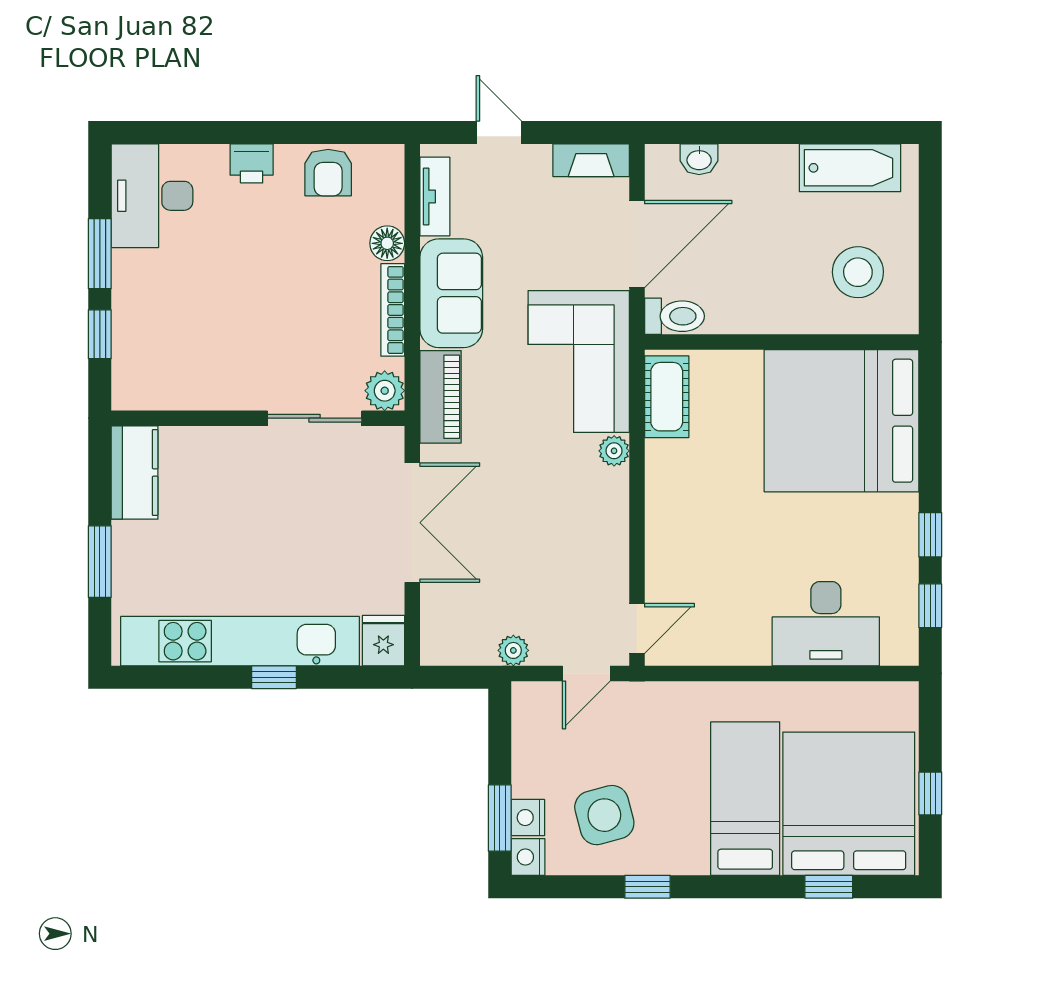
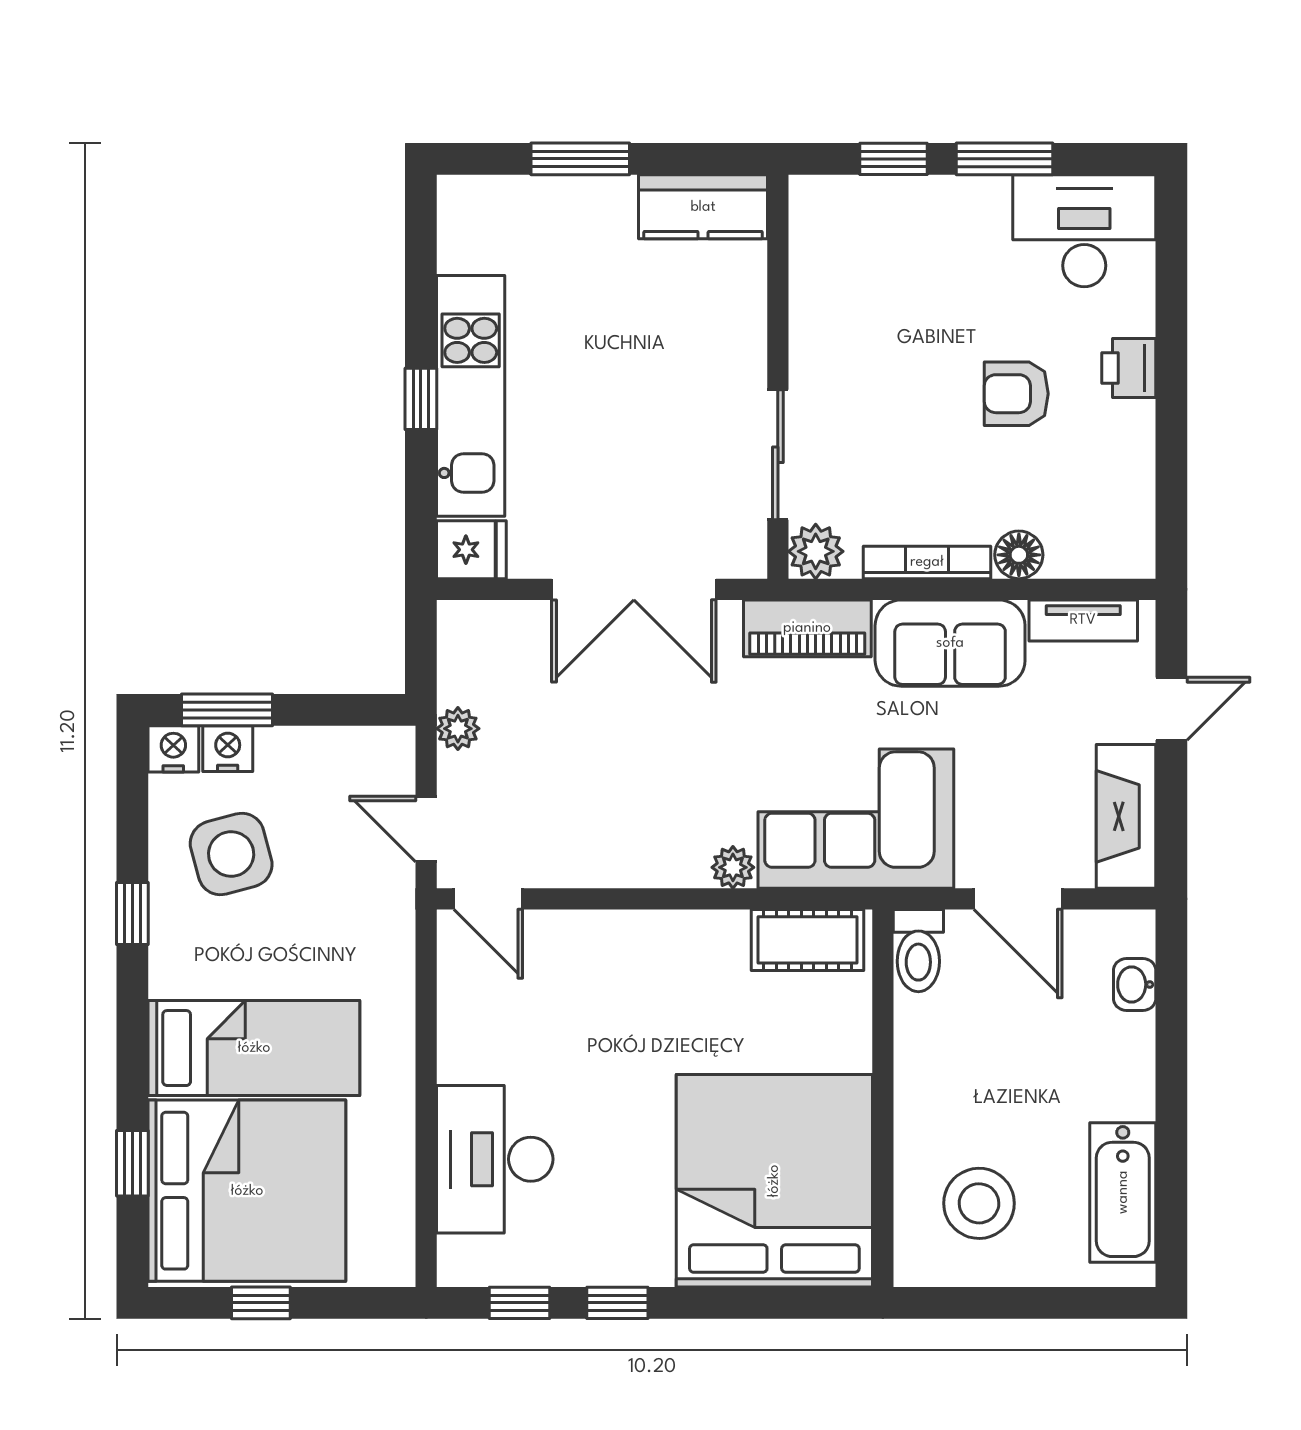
fireplace: (591, 160) -> (1126, 816), width x1.37, depth x1.32
armchair: (328, 173) -> (1016, 394), moved
door: (637, 244) -> (1018, 899), width x0.73
kitchen unit: (240, 641) -> (471, 396), width x0.73

